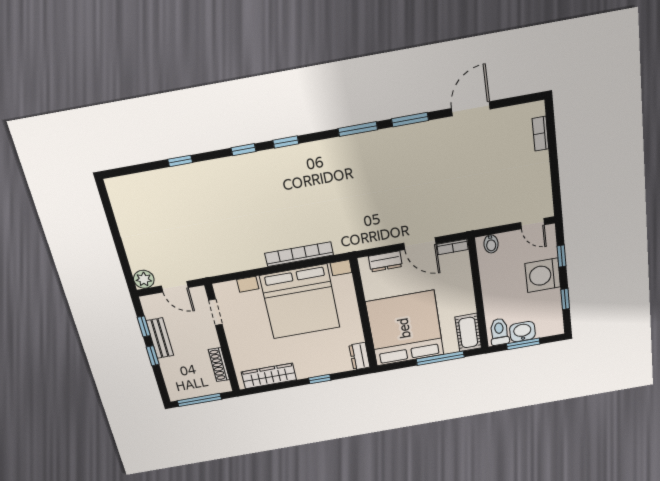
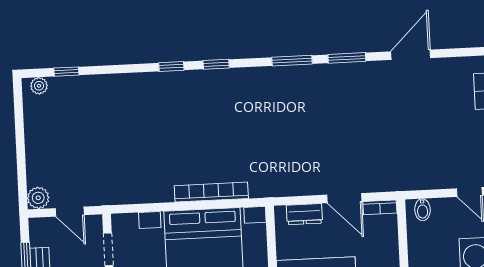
window: (180, 161) -> (66, 72), moved
plant: (122, 184) -> (39, 86), added

